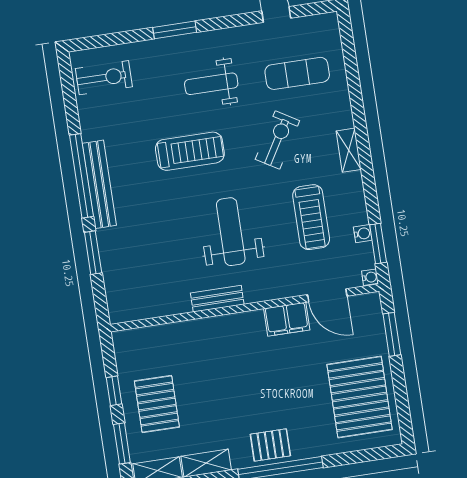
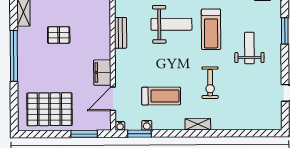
exercise mat: (297, 73) -> (248, 100), removed
exercise bike: (277, 140) -> (210, 83), turned 59
treadmill: (311, 217) -> (161, 96), turned 180
weight bench: (231, 232) -> (171, 24), moved
pallet: (270, 445) -> (59, 35), moved, turned 90

